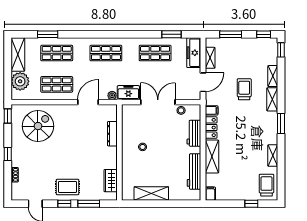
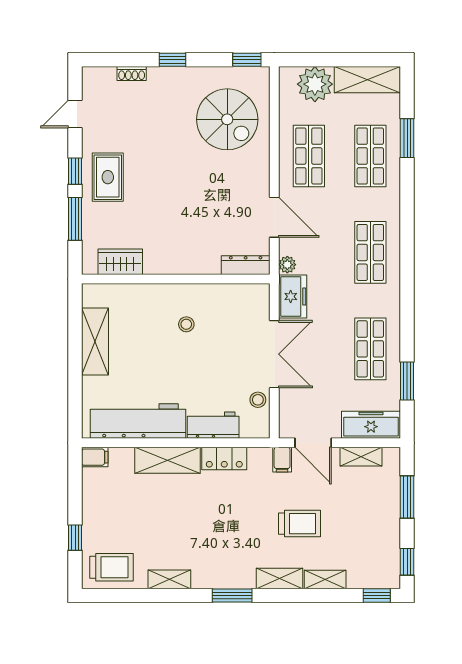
filing cabinet: (212, 110) -> (282, 460), moved
dresser: (112, 134) -> (246, 265), moved
workbench: (194, 172) -> (138, 421), width x1.36, depth x1.32

